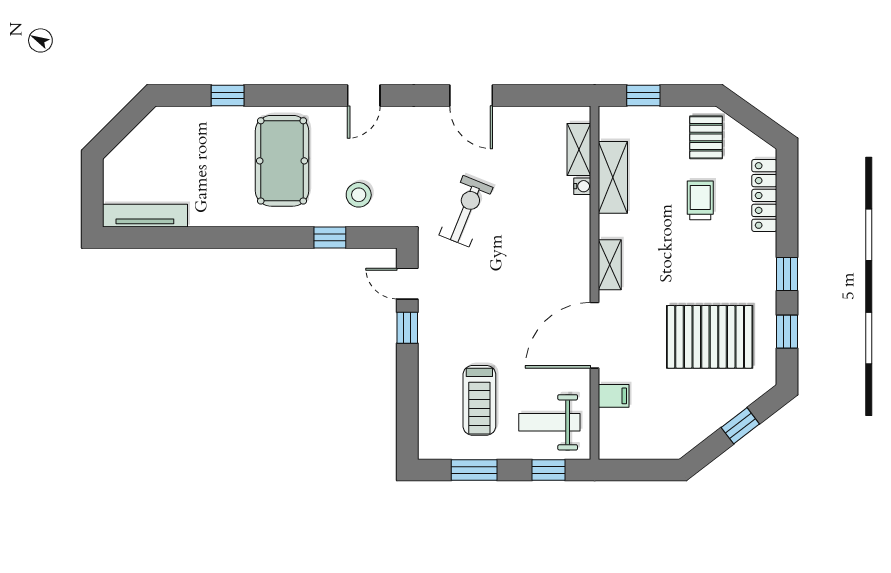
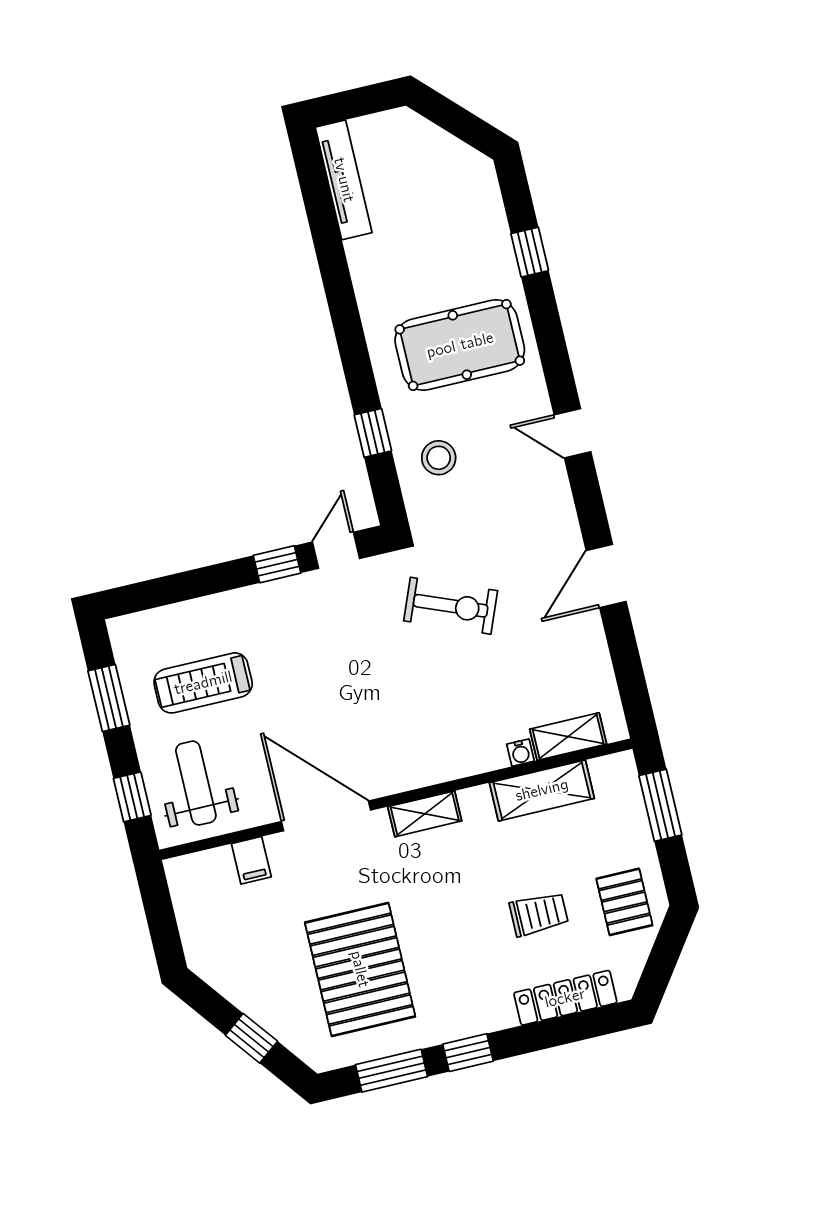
window: (643, 95) -> (660, 805), width x1.50
pallet: (706, 137) -> (624, 902), turned 90
window: (787, 332) -> (391, 1071), width x1.50

